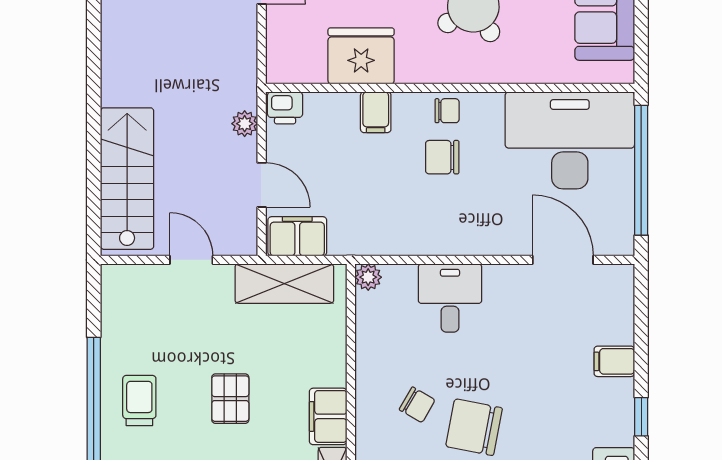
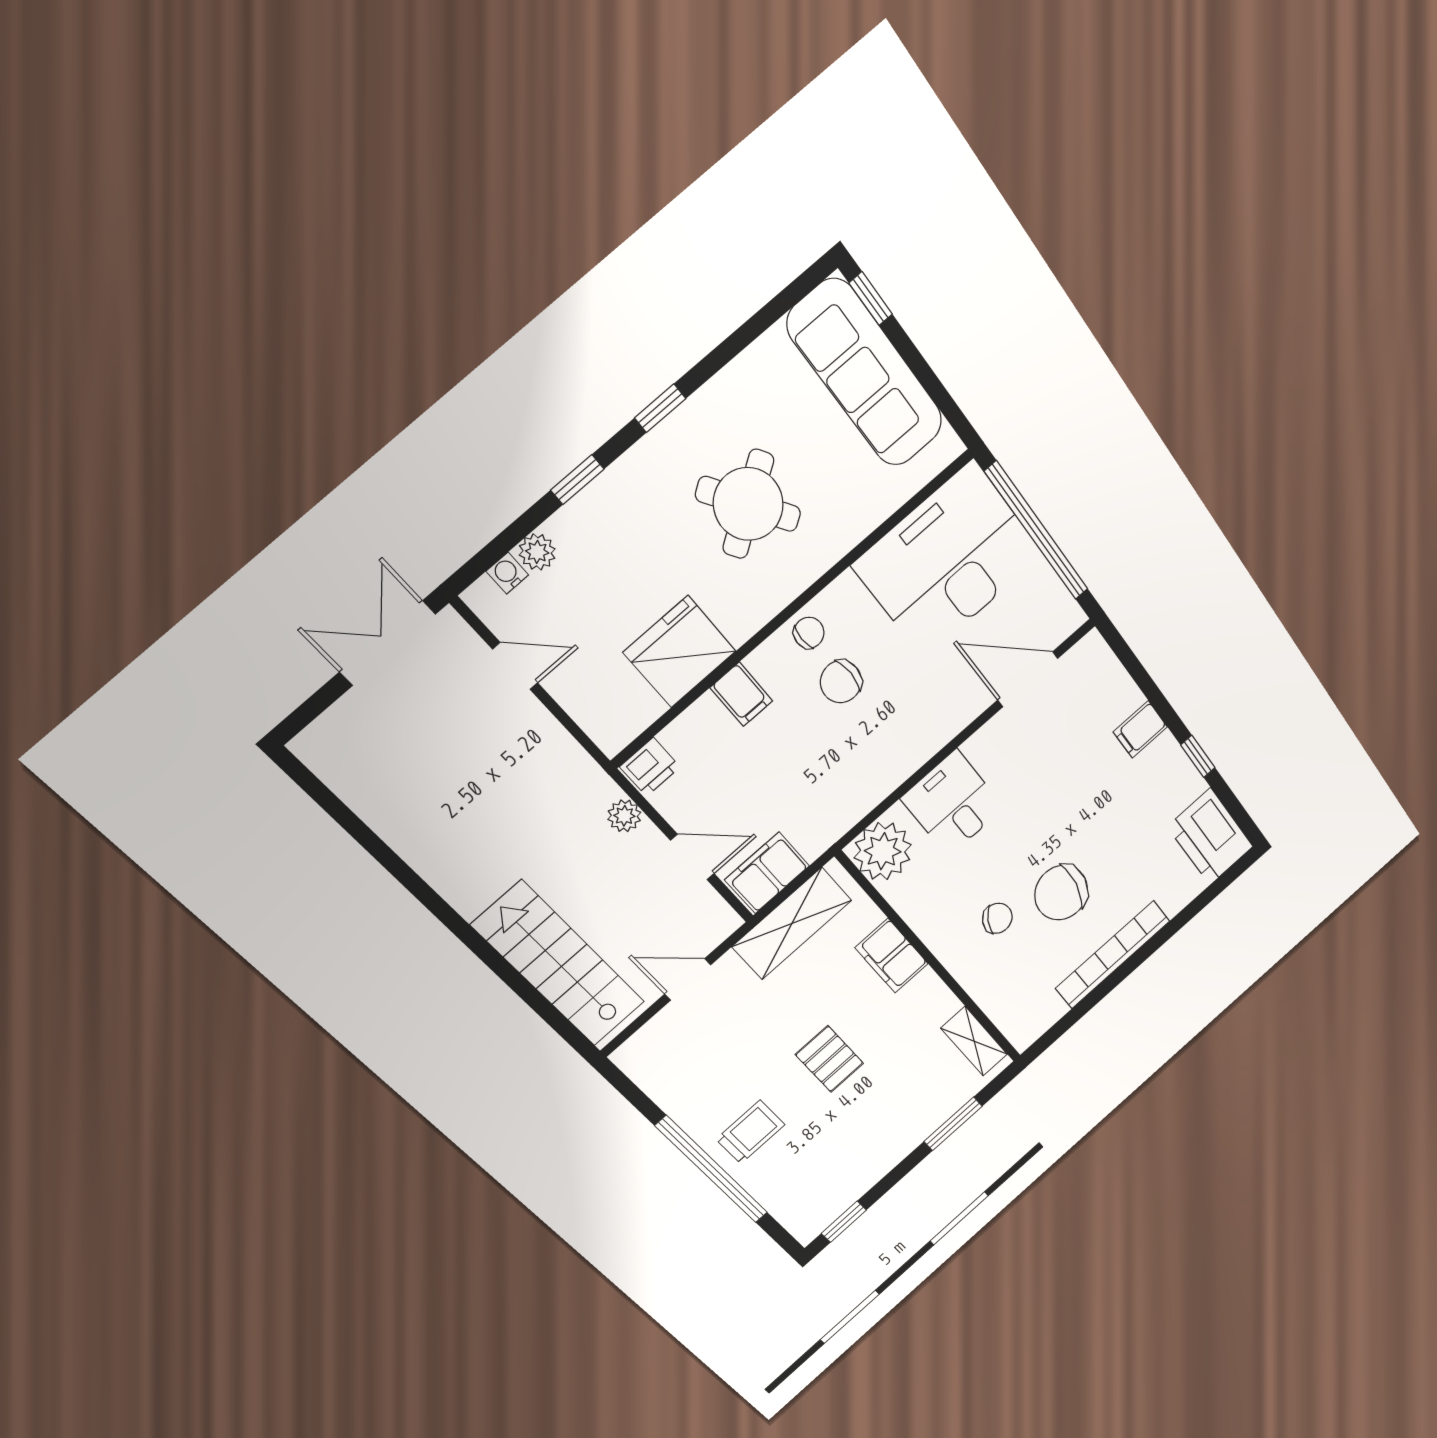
plant: (368, 277) -> (883, 851), width x1.88, depth x1.88
trolley: (139, 400) -> (751, 1132), turned 90
filing cabinet: (328, 416) -> (892, 956), moved

